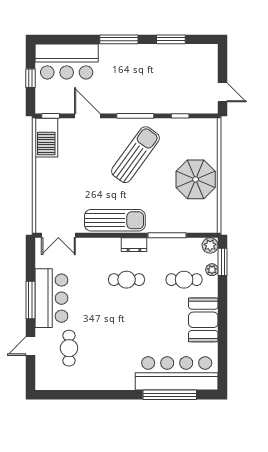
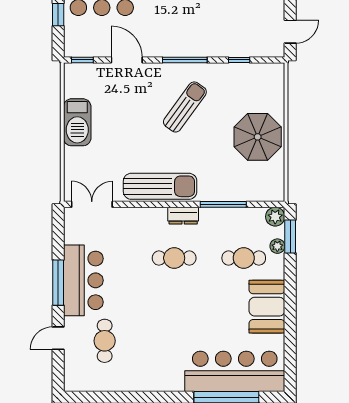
door: (223, 92) -> (290, 32), hinge flipped
barbecue: (46, 138) -> (77, 122), moved
sun lounger: (135, 155) -> (185, 107), width x0.73, depth x0.75
double door: (58, 235) -> (92, 204), swing flipped

